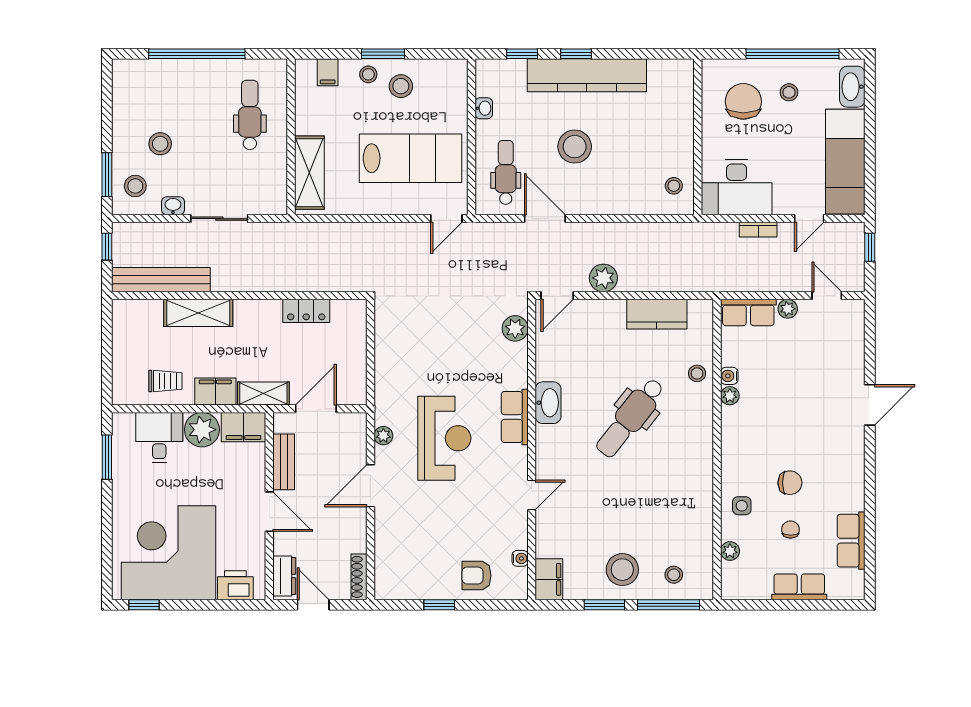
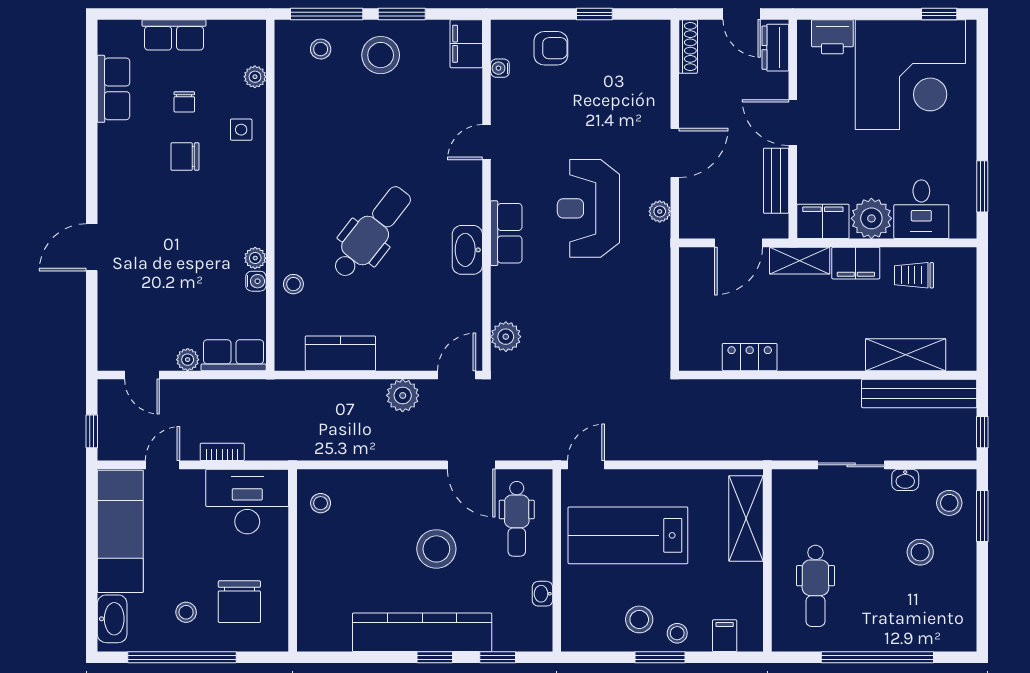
shelving: (198, 313) -> (906, 355), moved

